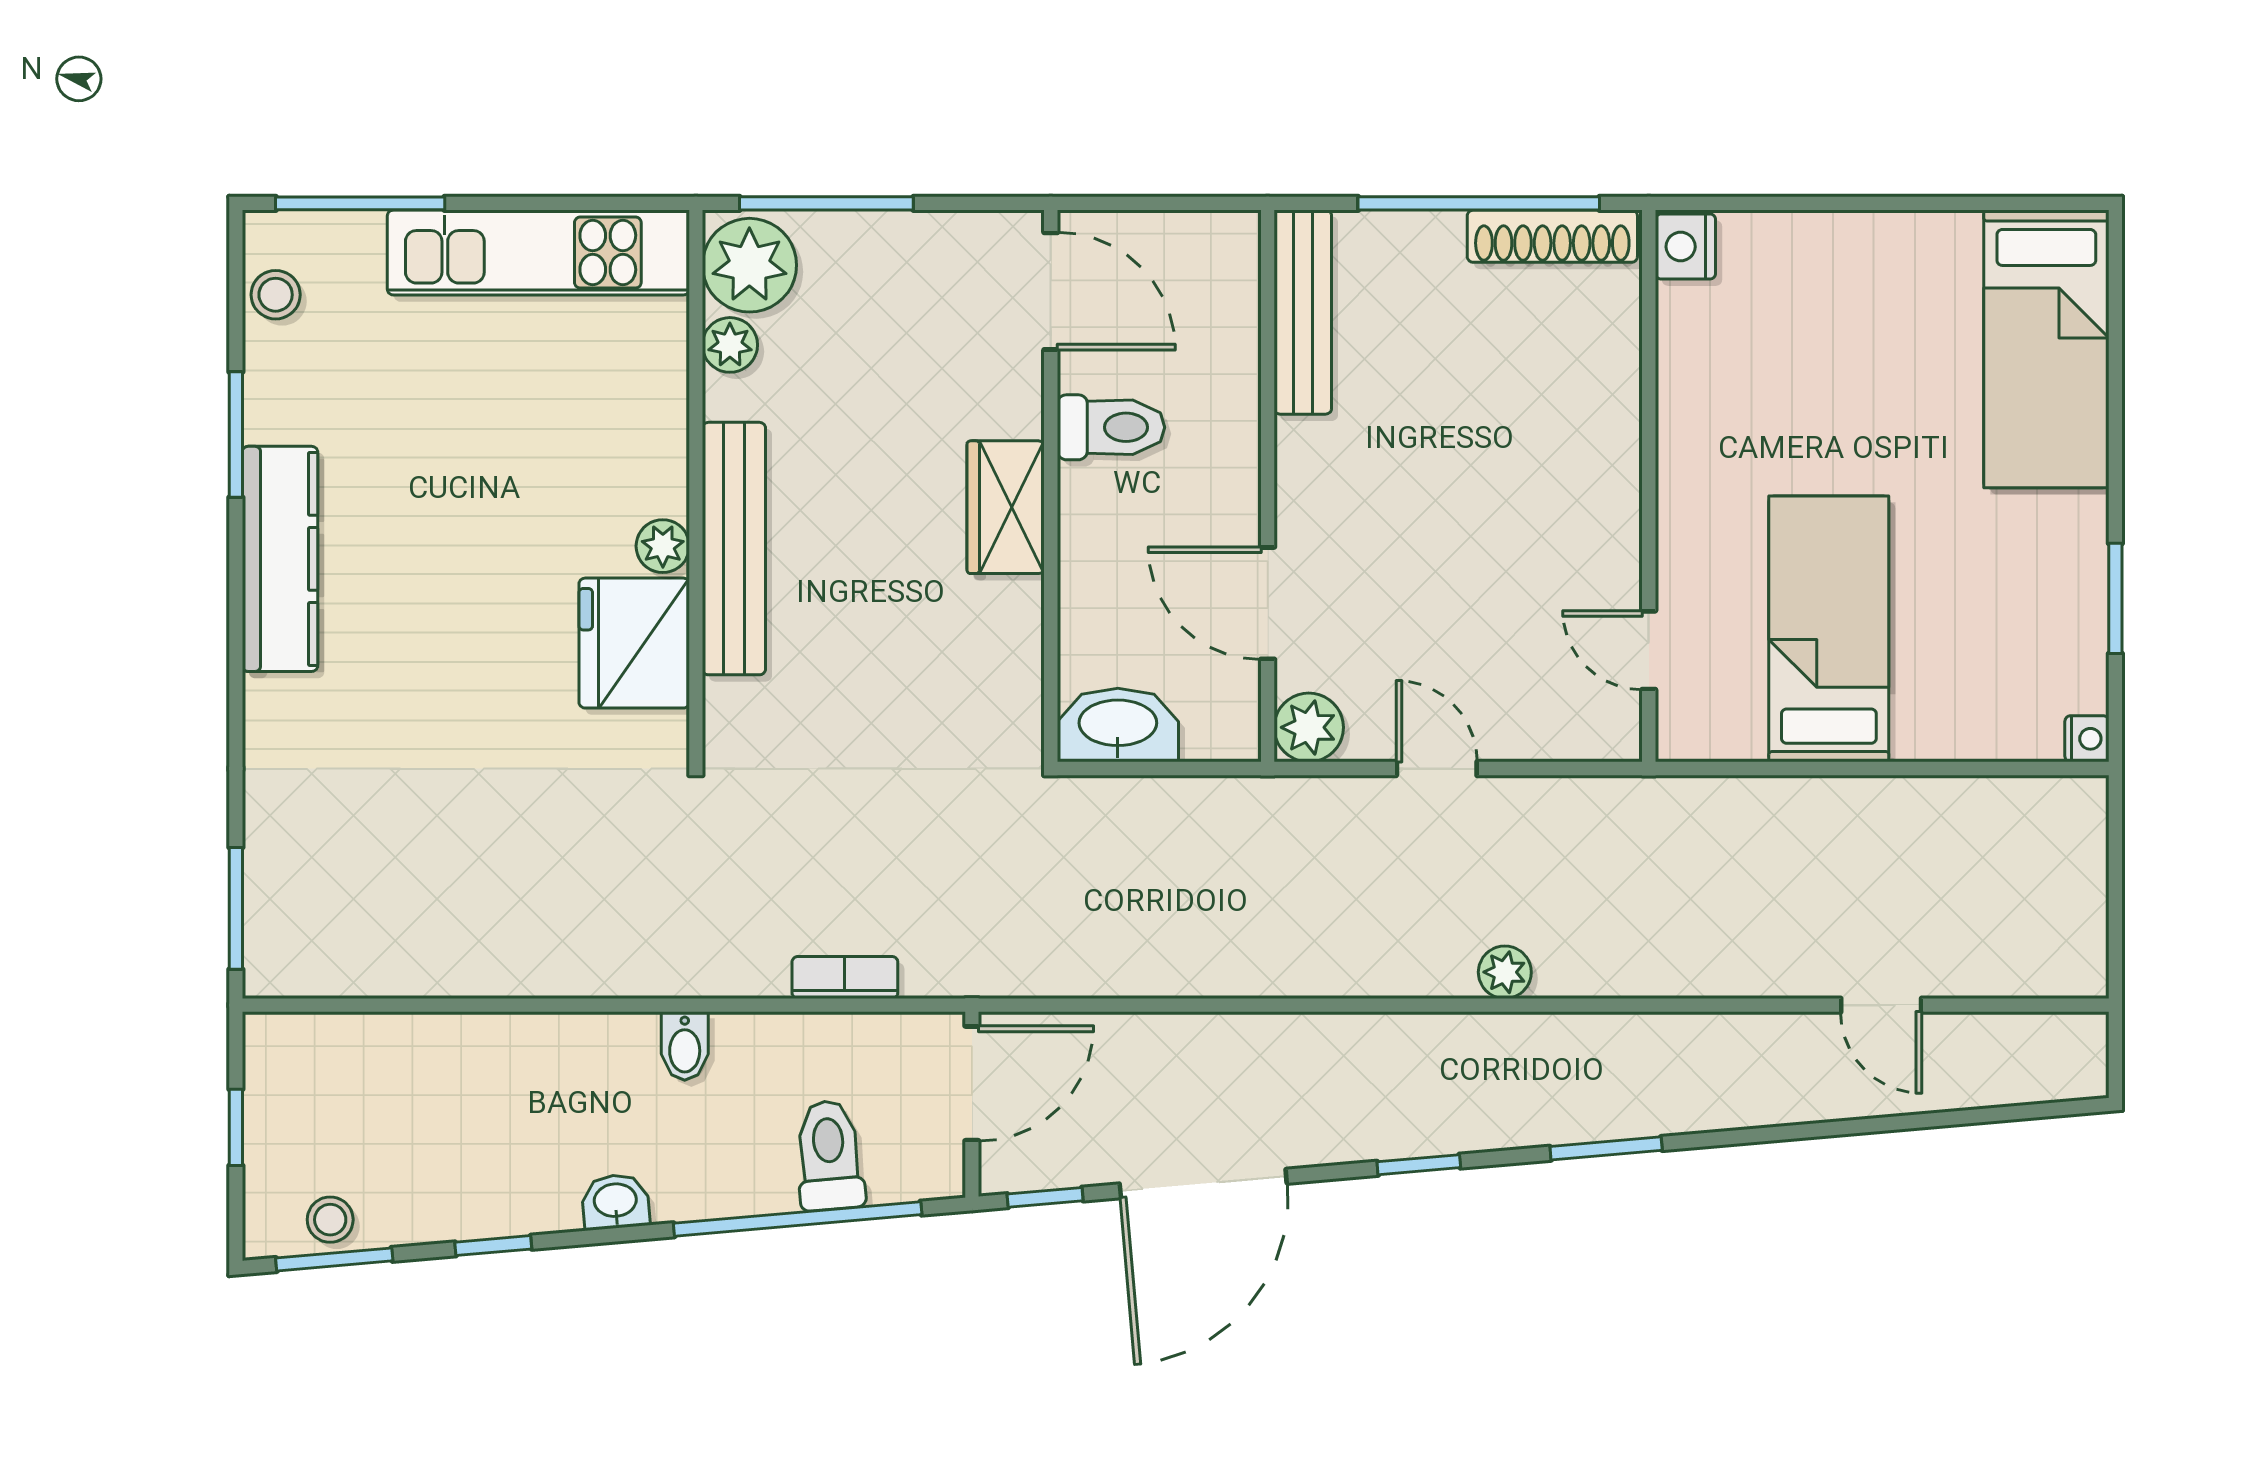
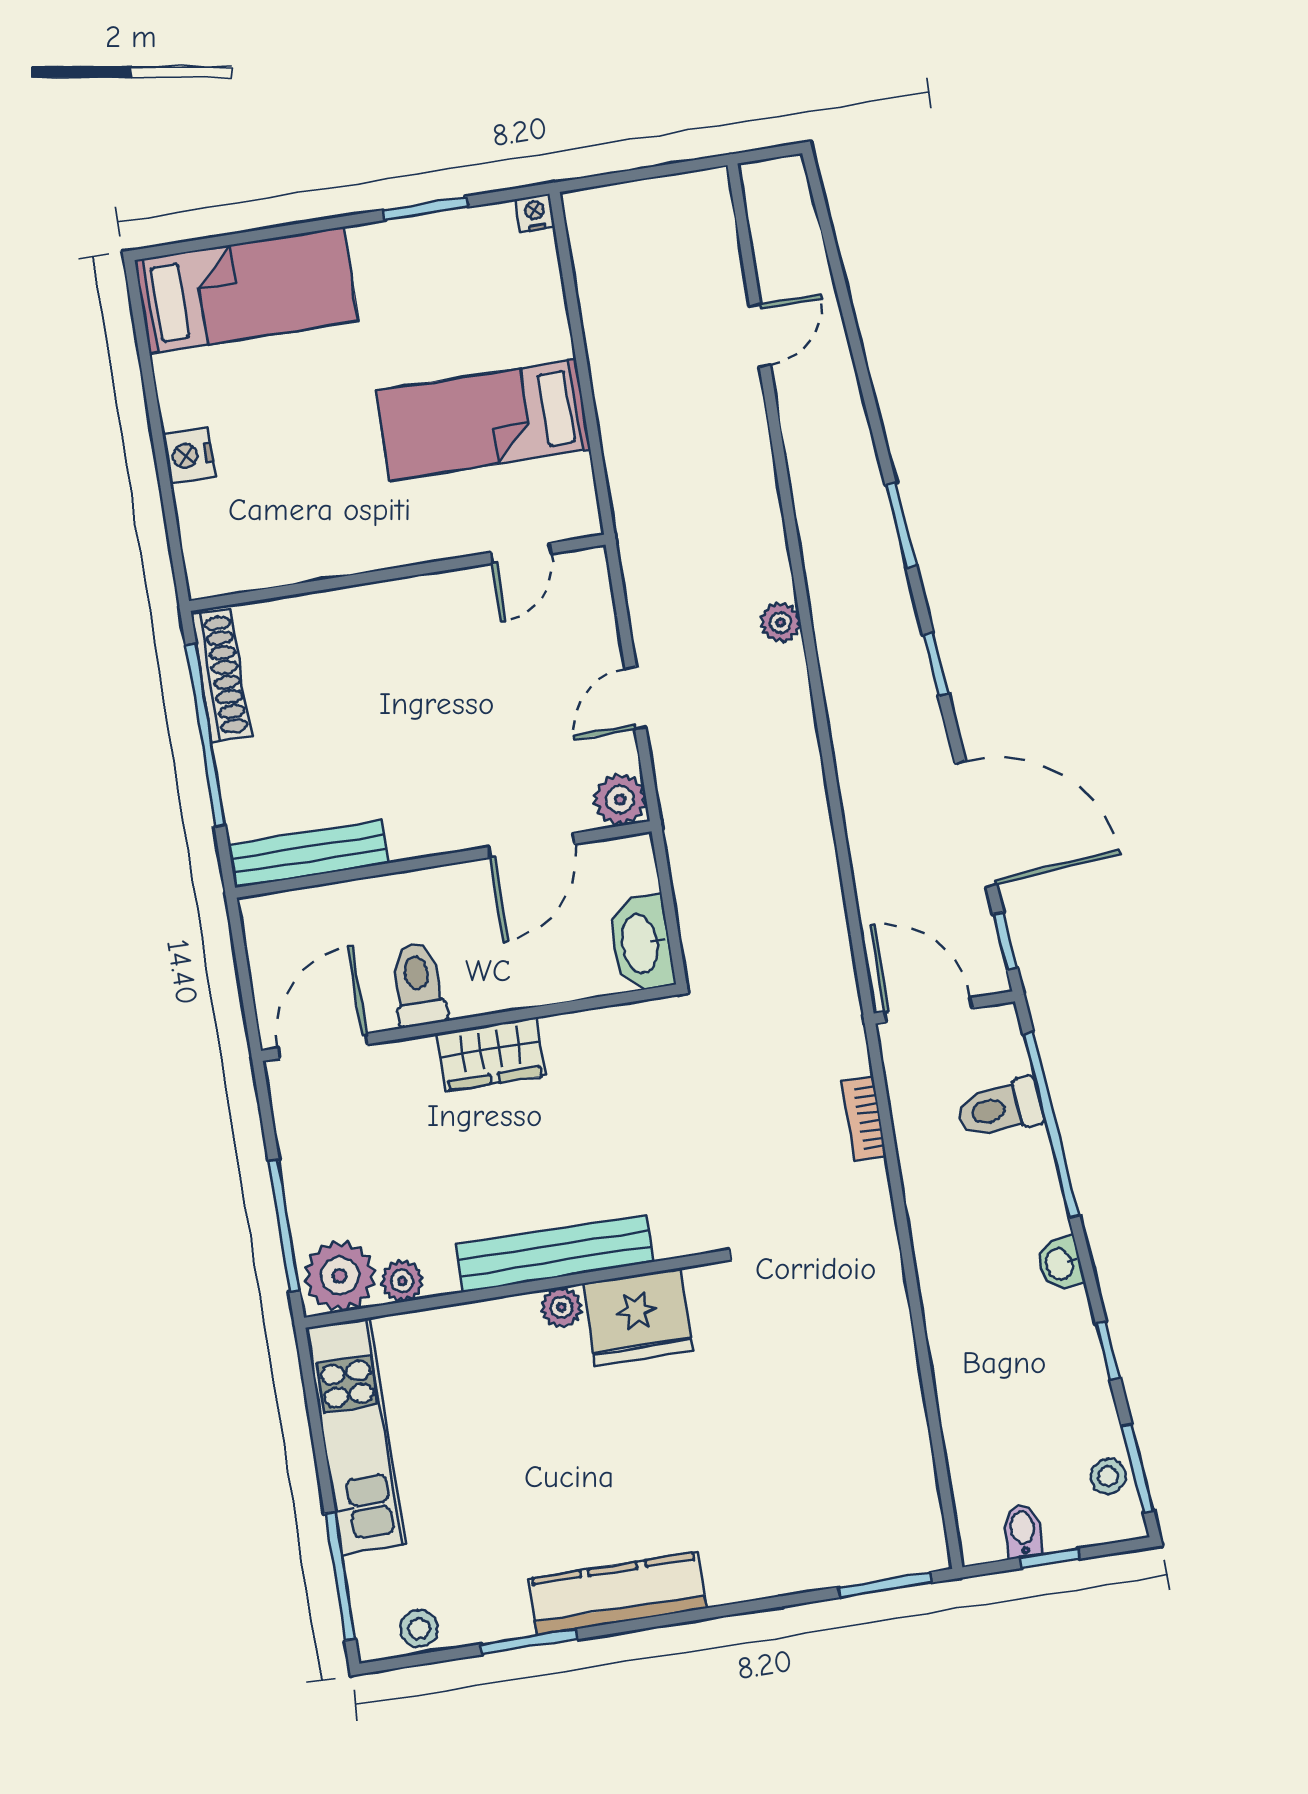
nightstand: (1685, 247) -> (189, 455), moved, turned 90
bidet: (685, 1046) -> (1023, 1531), moved, turned -90

